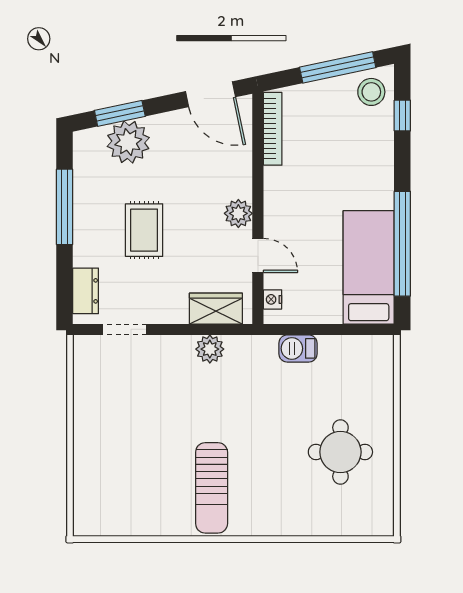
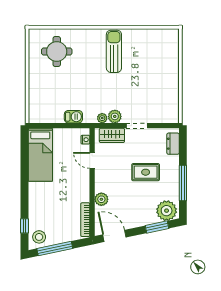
plant: (128, 142) -> (167, 211), moved
plant: (238, 213) -> (101, 199), moved
rug: (144, 230) -> (146, 172), turned 90
window: (402, 244) -> (25, 166), removed
doorway: (125, 329) -> (137, 126), moved
plant: (237, 345) -> (102, 118), added
round table: (340, 452) -> (57, 51), moved

